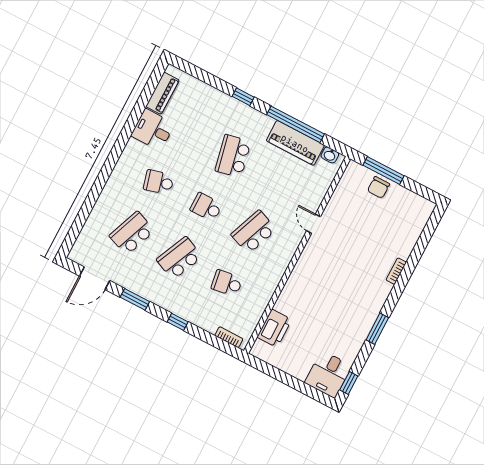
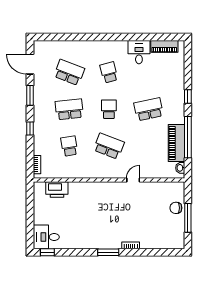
window: (384, 170) -> (188, 218), moved
school desk: (179, 258) -> (69, 109), turned -30
window: (377, 329) -> (108, 252), moved

